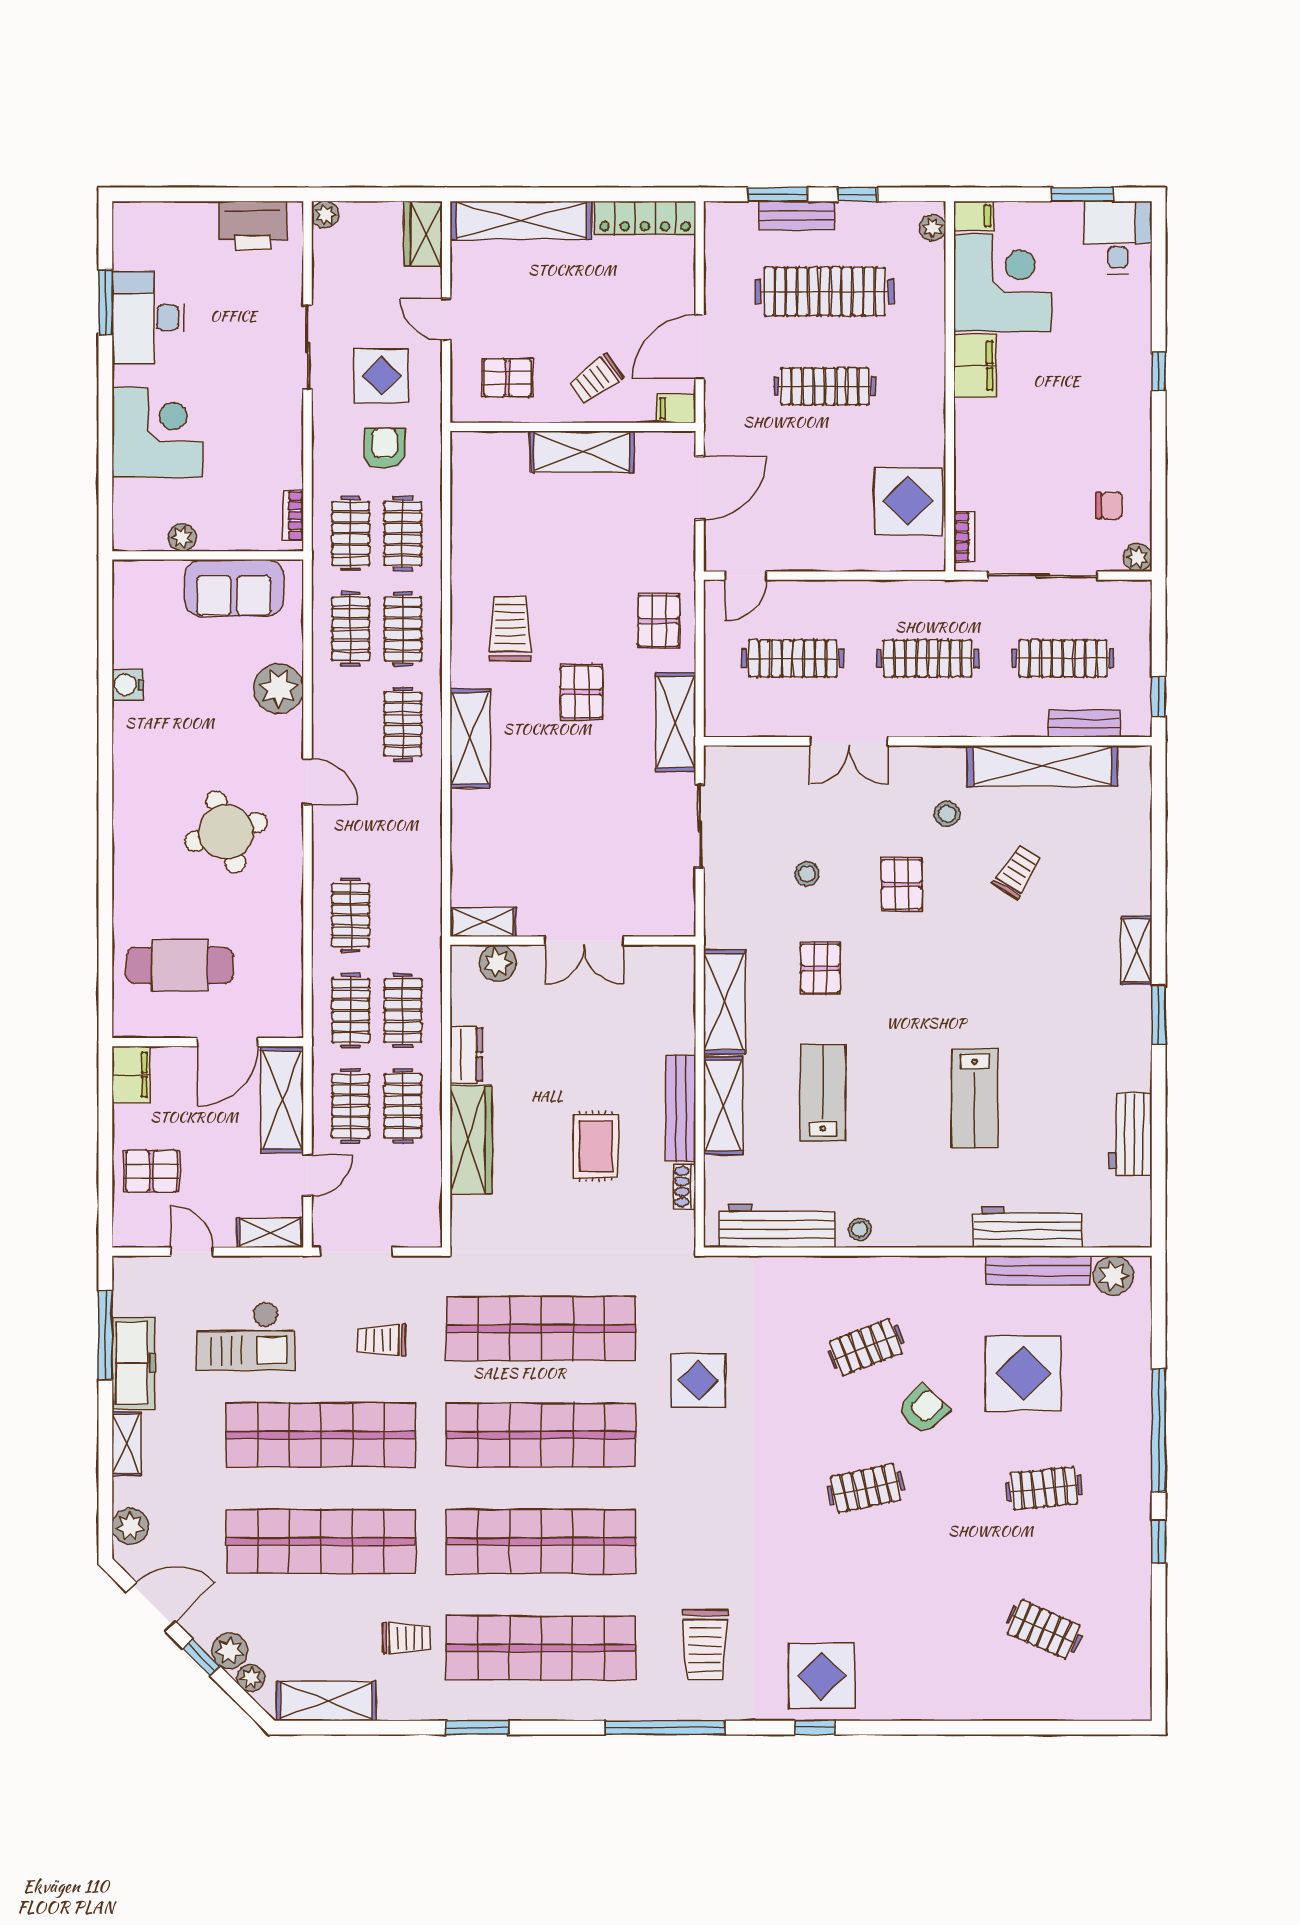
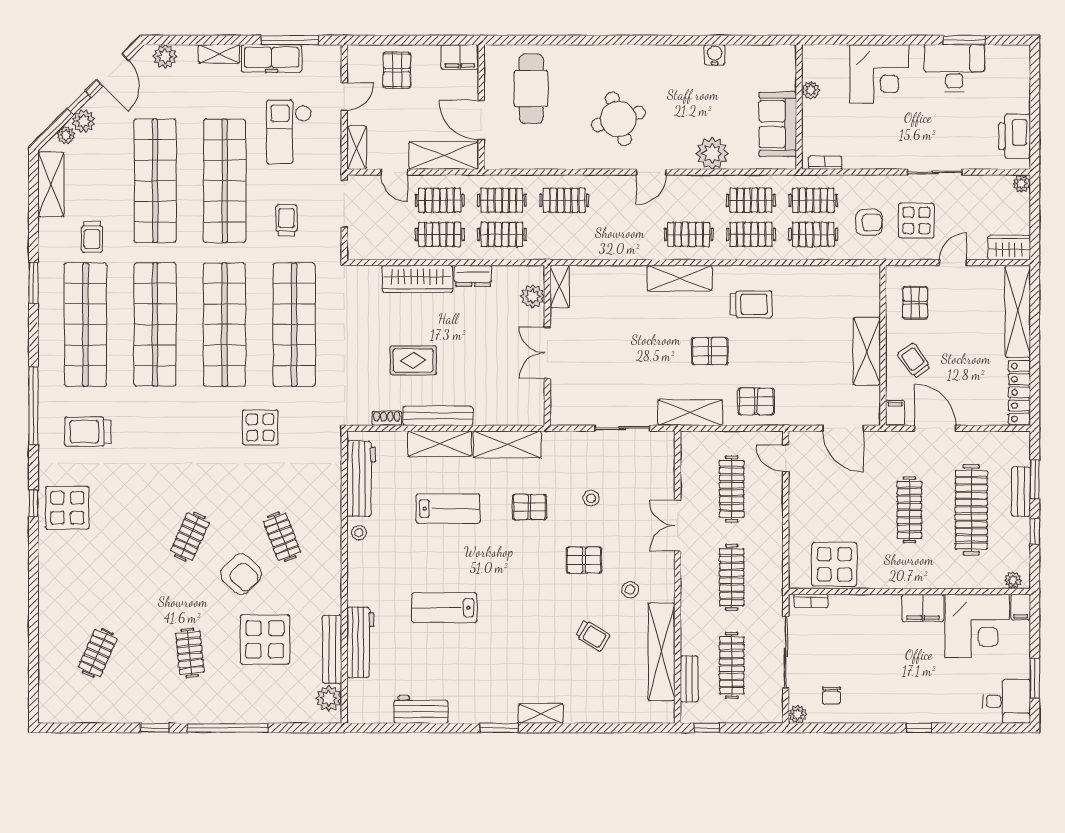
armchair: (923, 1410) -> (241, 574), width x1.38, depth x1.38
clothes rail: (866, 1488) -> (190, 537), turned 36

